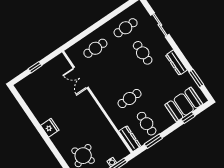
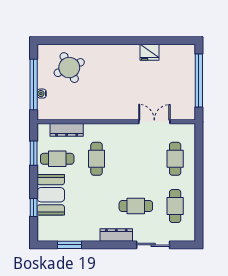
dresser: (176, 63) -> (116, 235), moved
window: (35, 67) -> (199, 81), width x3.17
booth: (184, 104) -> (51, 195), moved
fridge: (50, 128) -> (149, 52), moved
dresser: (130, 139) -> (67, 130), moved

